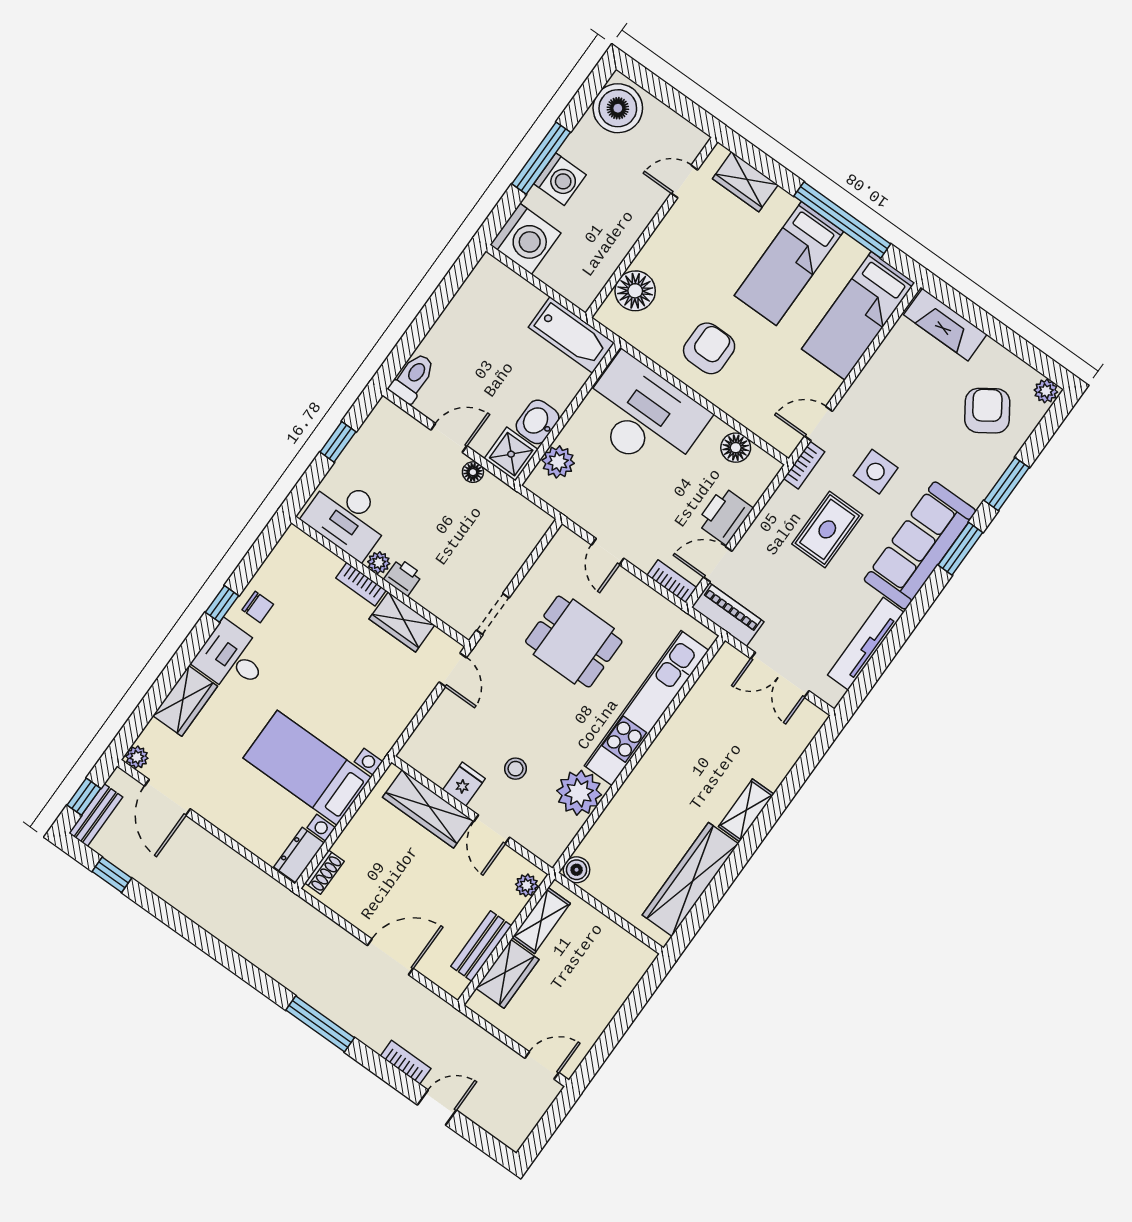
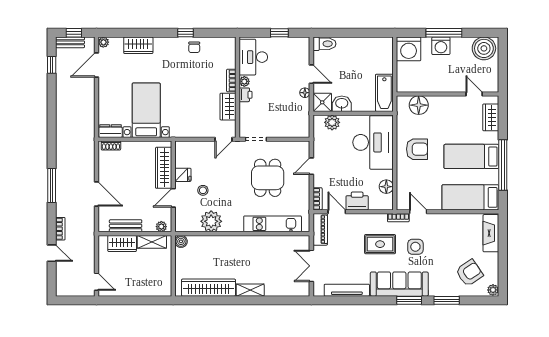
desk: (232, 658) -> (167, 51), removed
kitchen unit: (647, 708) -> (273, 224), width x0.73

